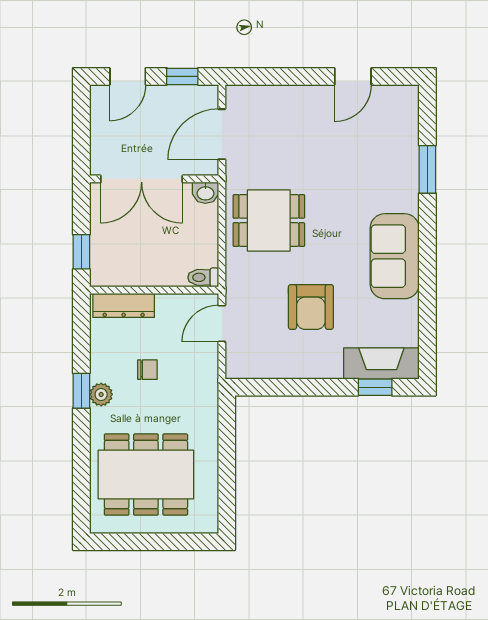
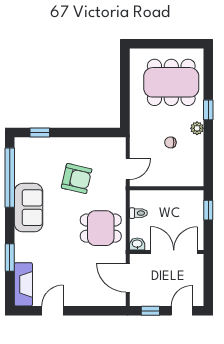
door: (222, 134) -> (128, 278), swing flipped
toilet: (203, 277) -> (138, 213), moved
dresser: (124, 305) -> (184, 179), removed
armchair: (311, 307) -> (77, 178), turned 103
window: (427, 309) -> (10, 178), added
fireplace: (381, 363) -> (23, 284), moved, turned -90
window: (81, 391) -> (208, 110), moved

